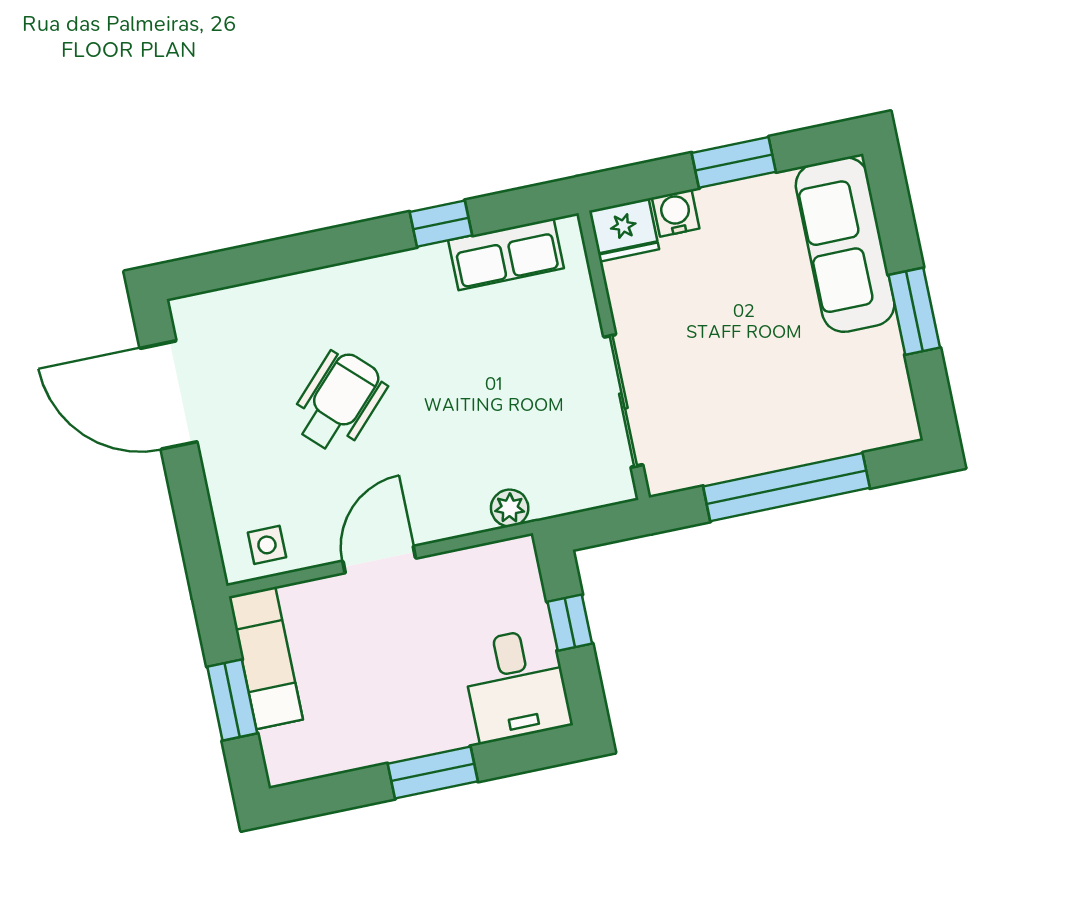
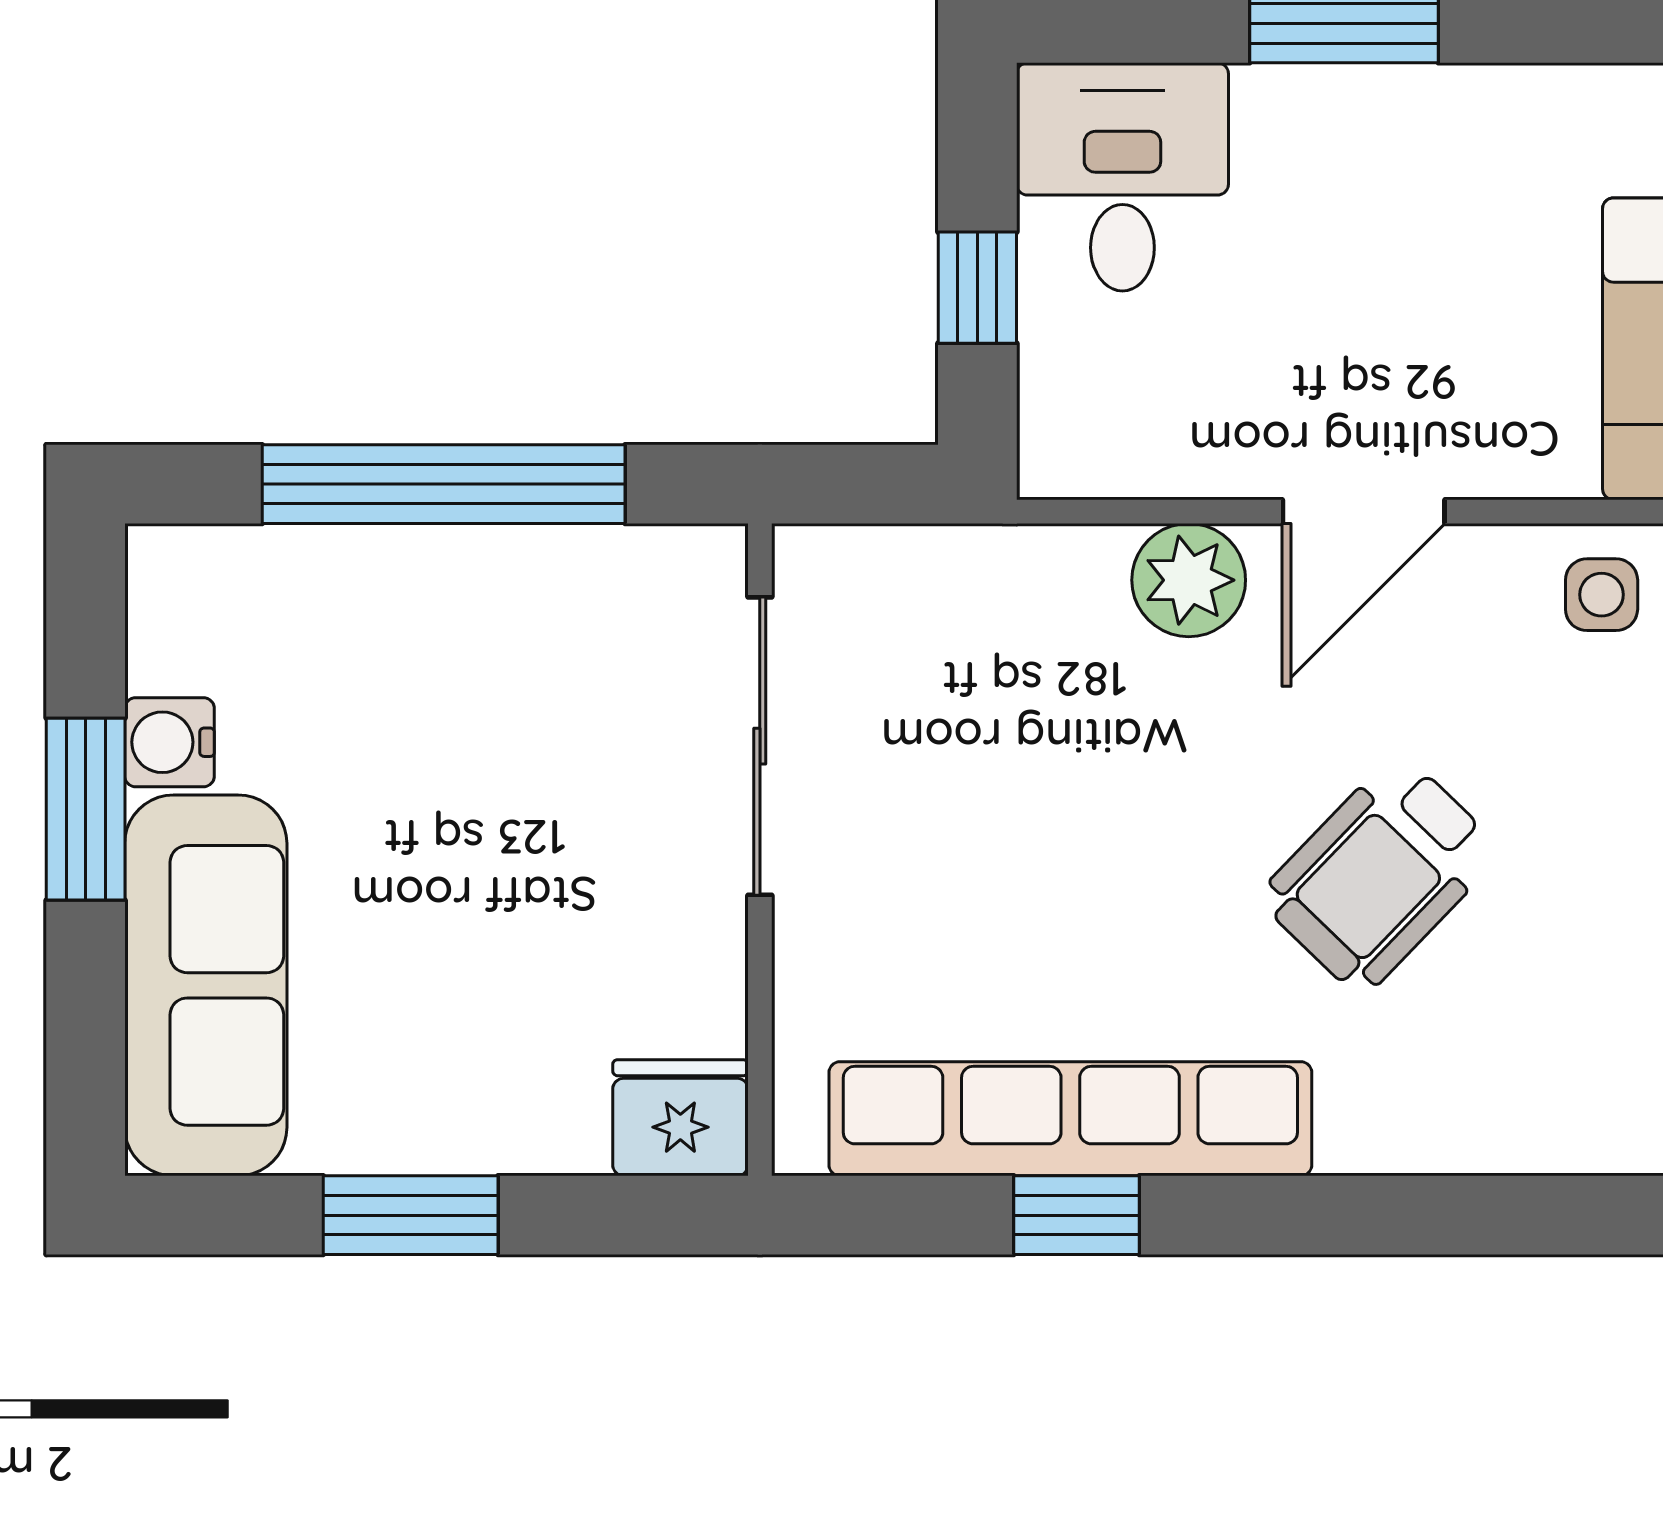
water cooler: (676, 213) -> (170, 742), moved, turned 90
row of seats: (506, 254) -> (1070, 1119), width x2.02
plant: (510, 508) -> (1189, 580), moved, width x1.38, depth x1.38

